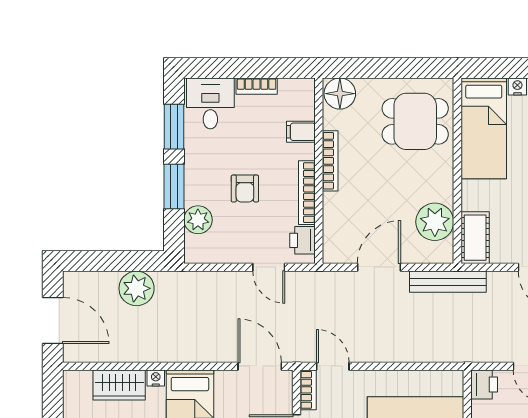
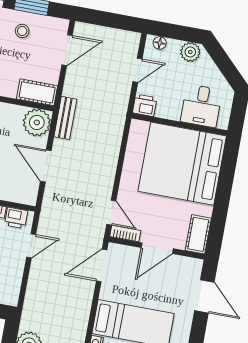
plant: (435, 222) -> (37, 122), moved
bench: (448, 282) -> (65, 118), width x0.73
door: (333, 366) -> (111, 213), swing flipped

